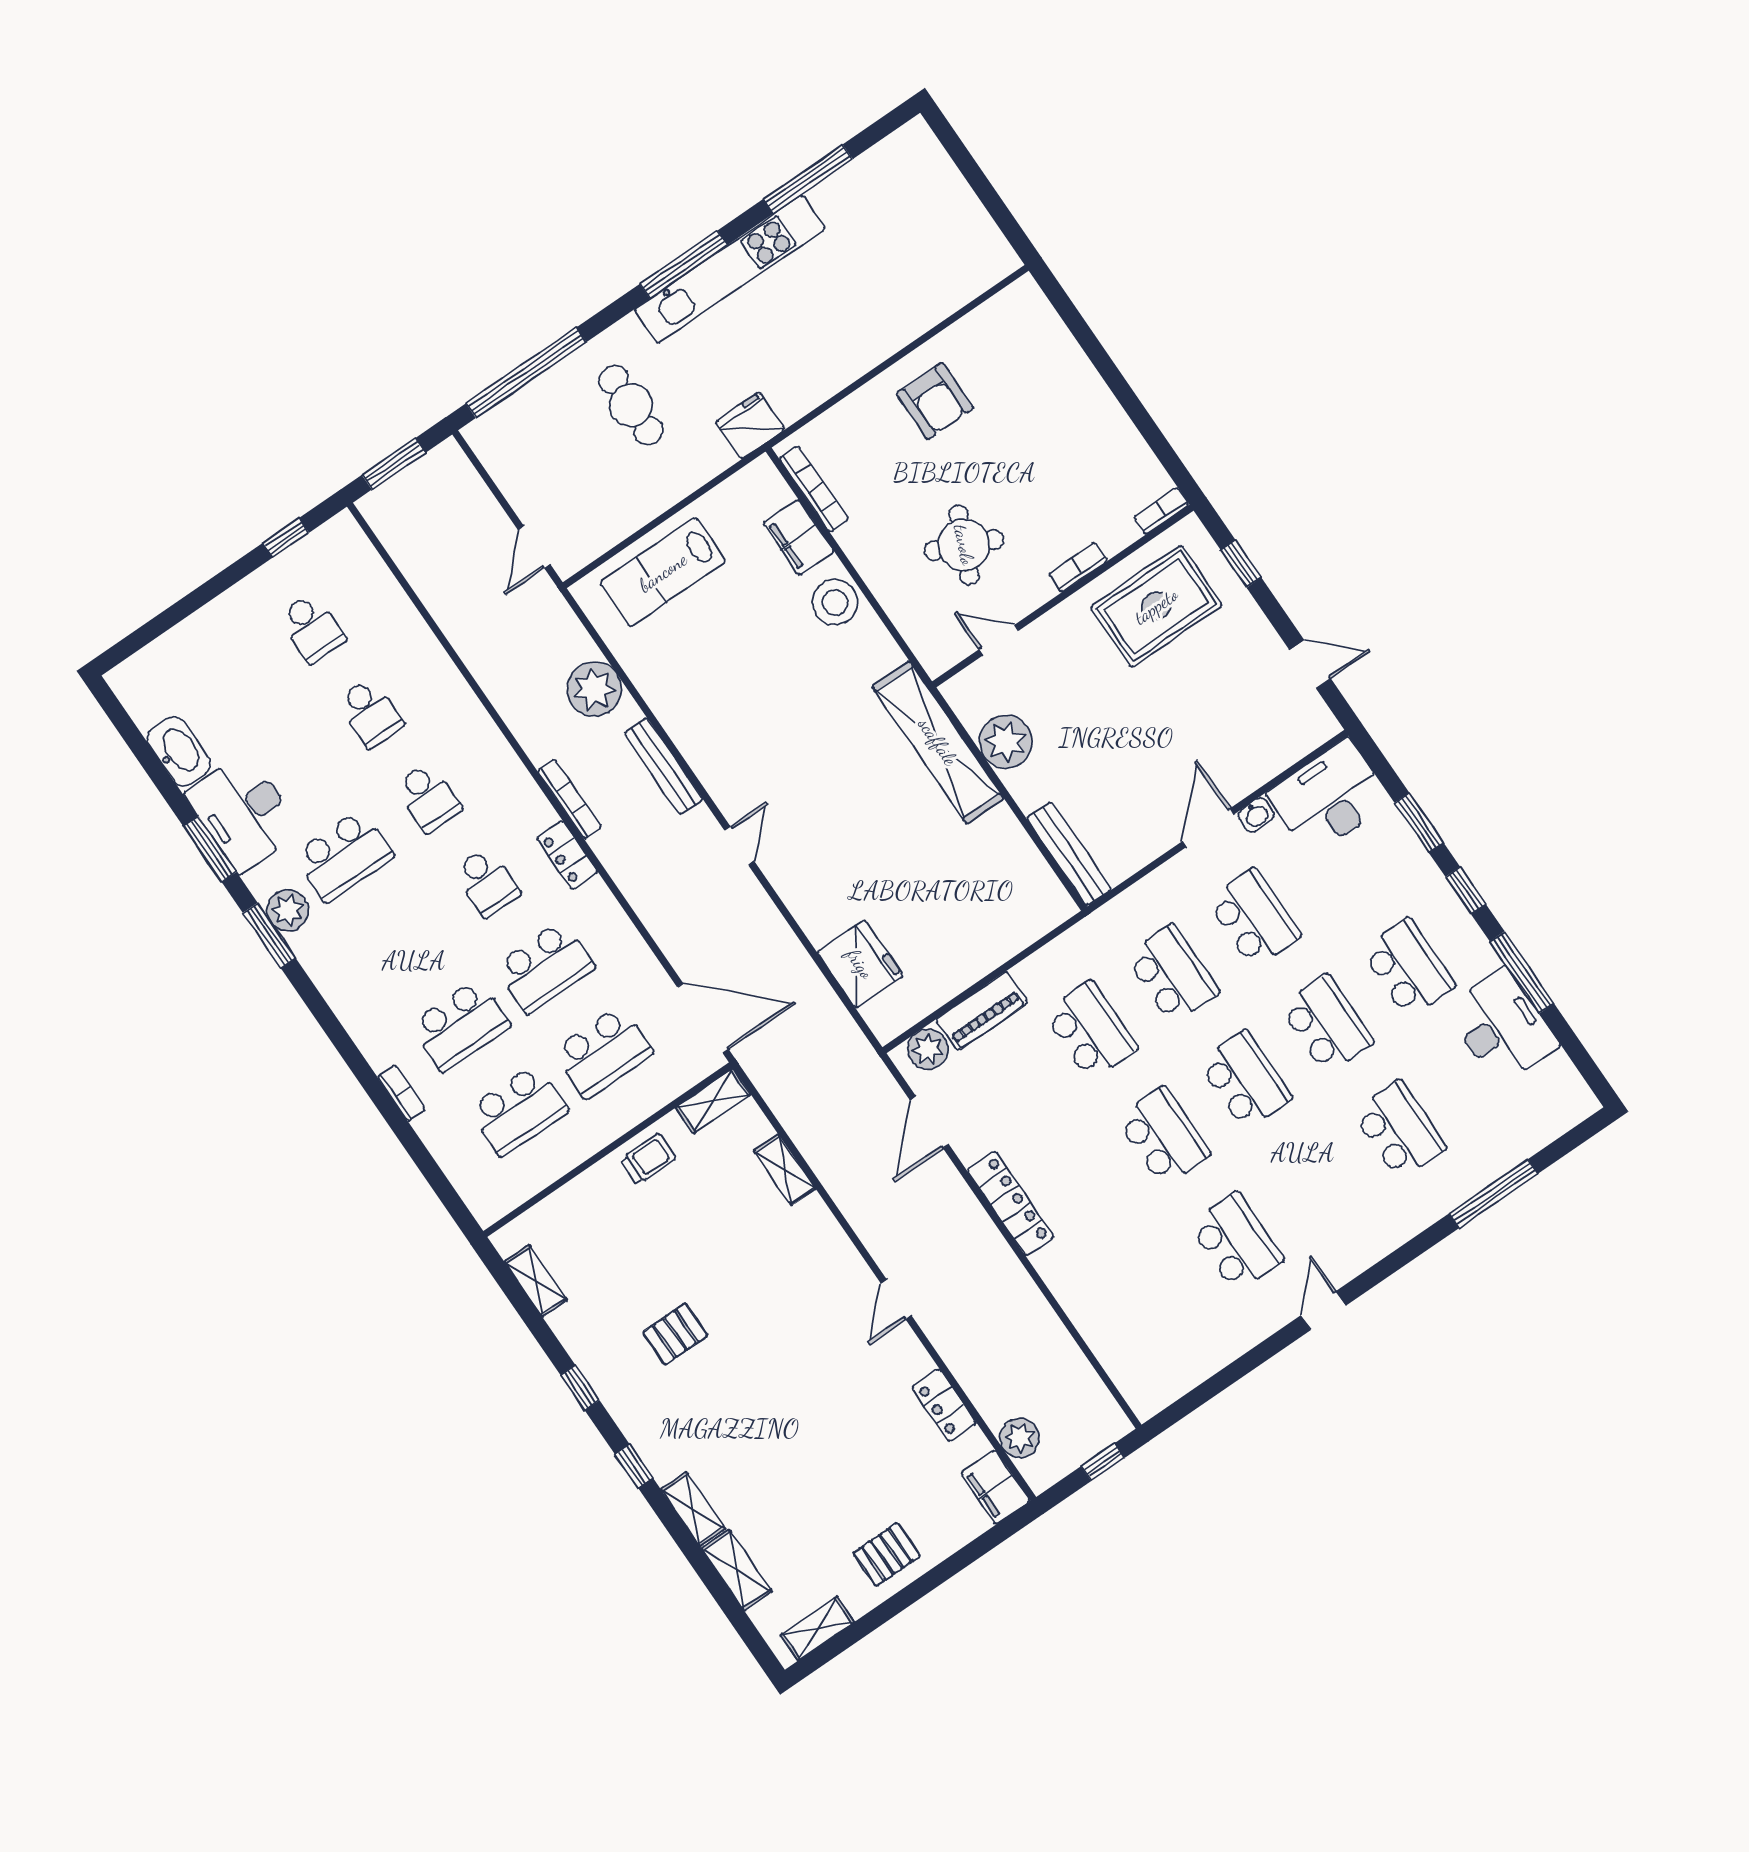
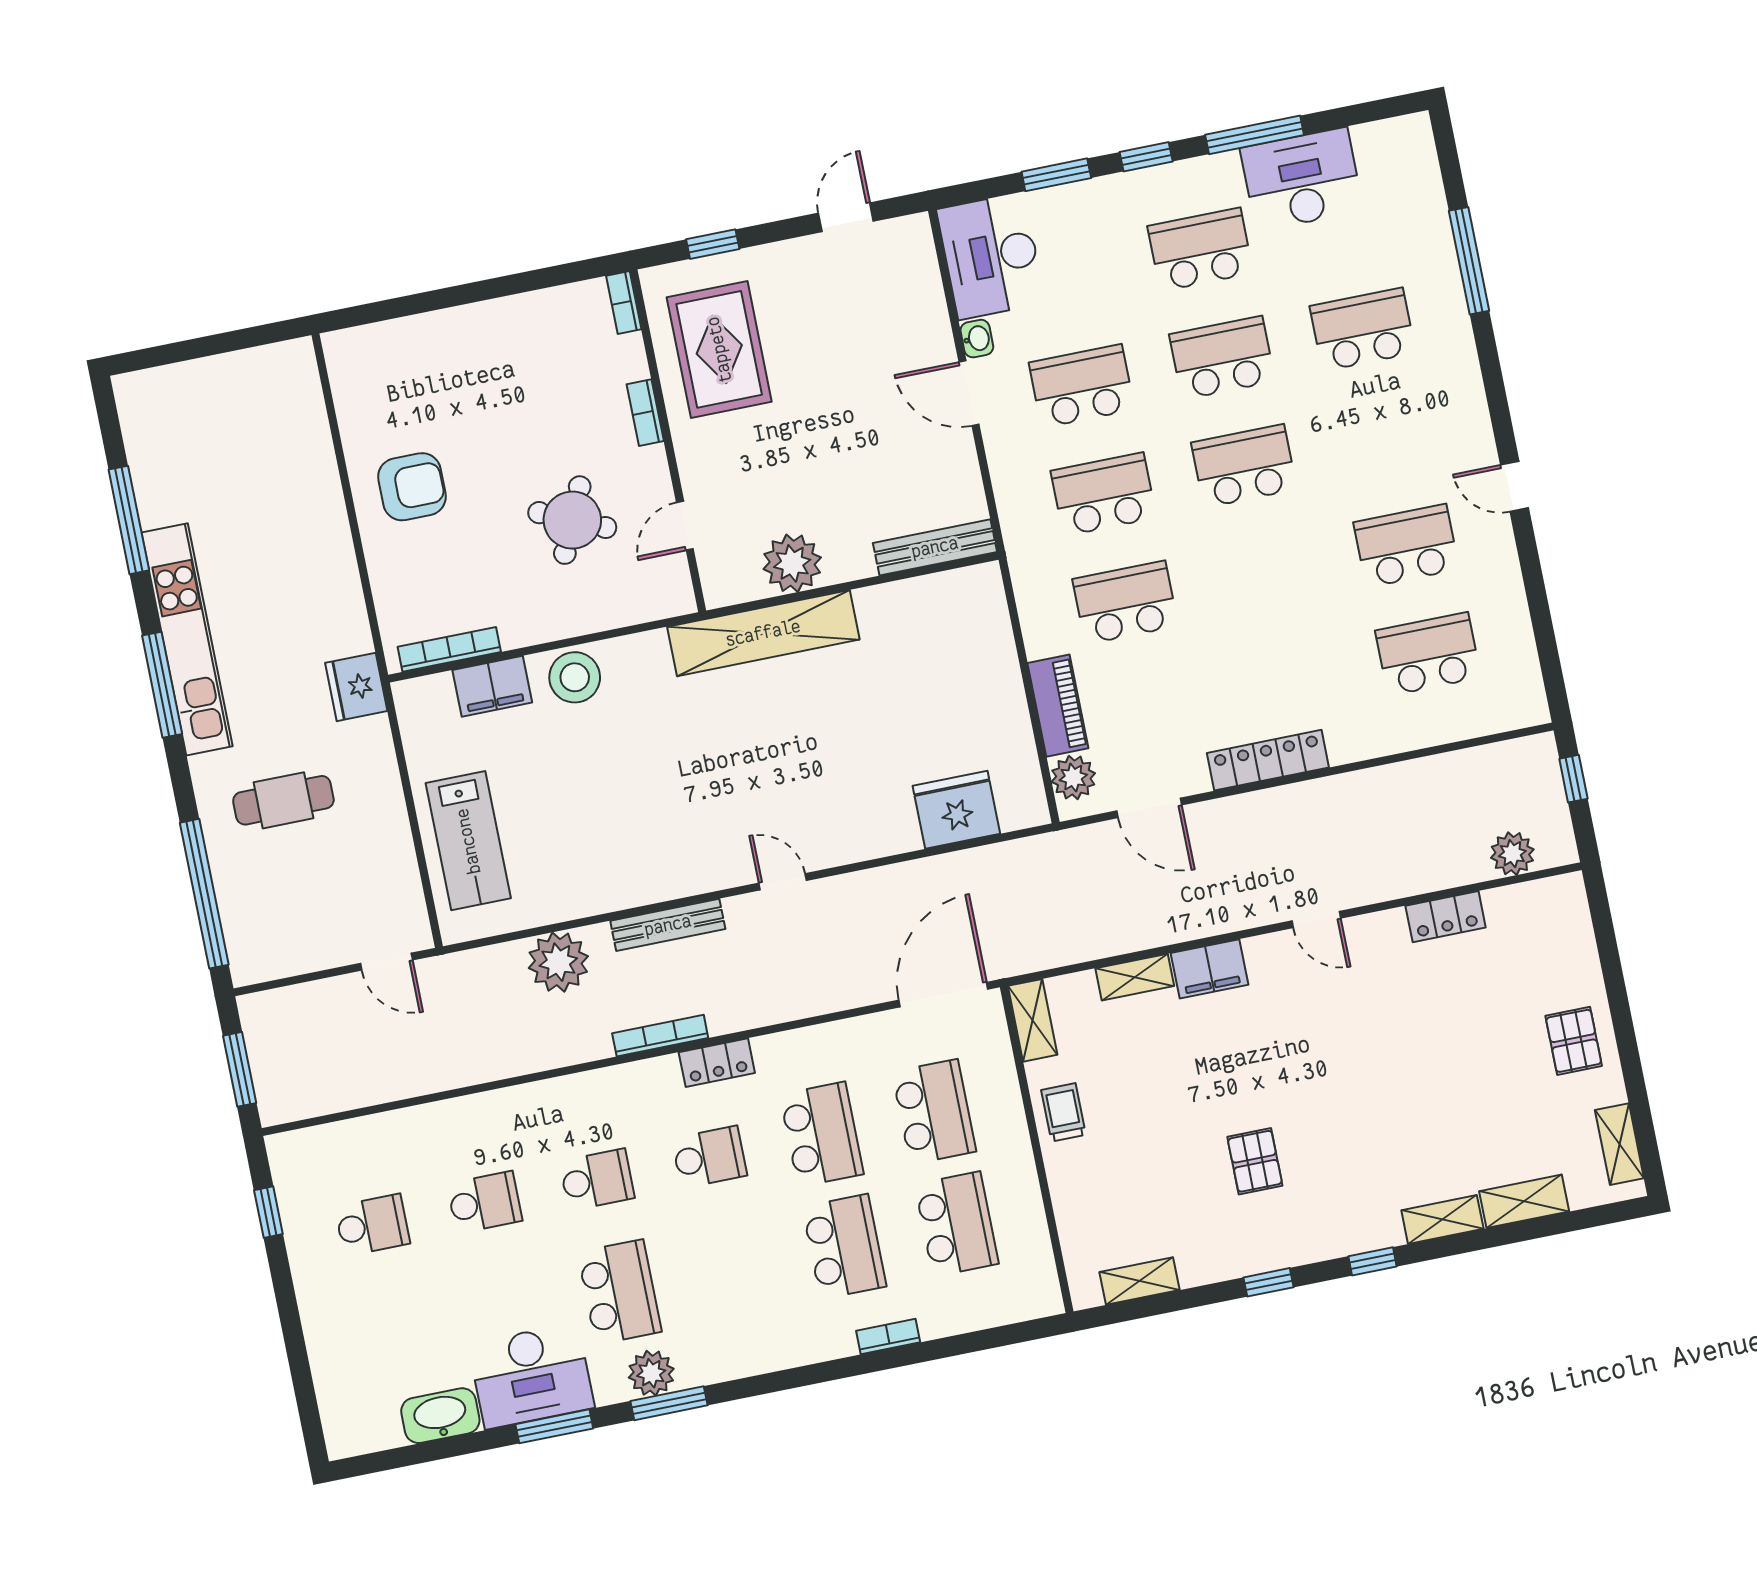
school desk: (1163, 1136) -> (1428, 654), moved
filing cabinet: (995, 1487) -> (1209, 969), moved

